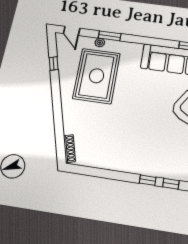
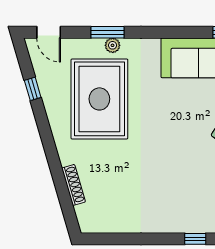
plant: (100, 43) -> (113, 45), moved
shoe rack: (69, 149) -> (74, 185), moved

